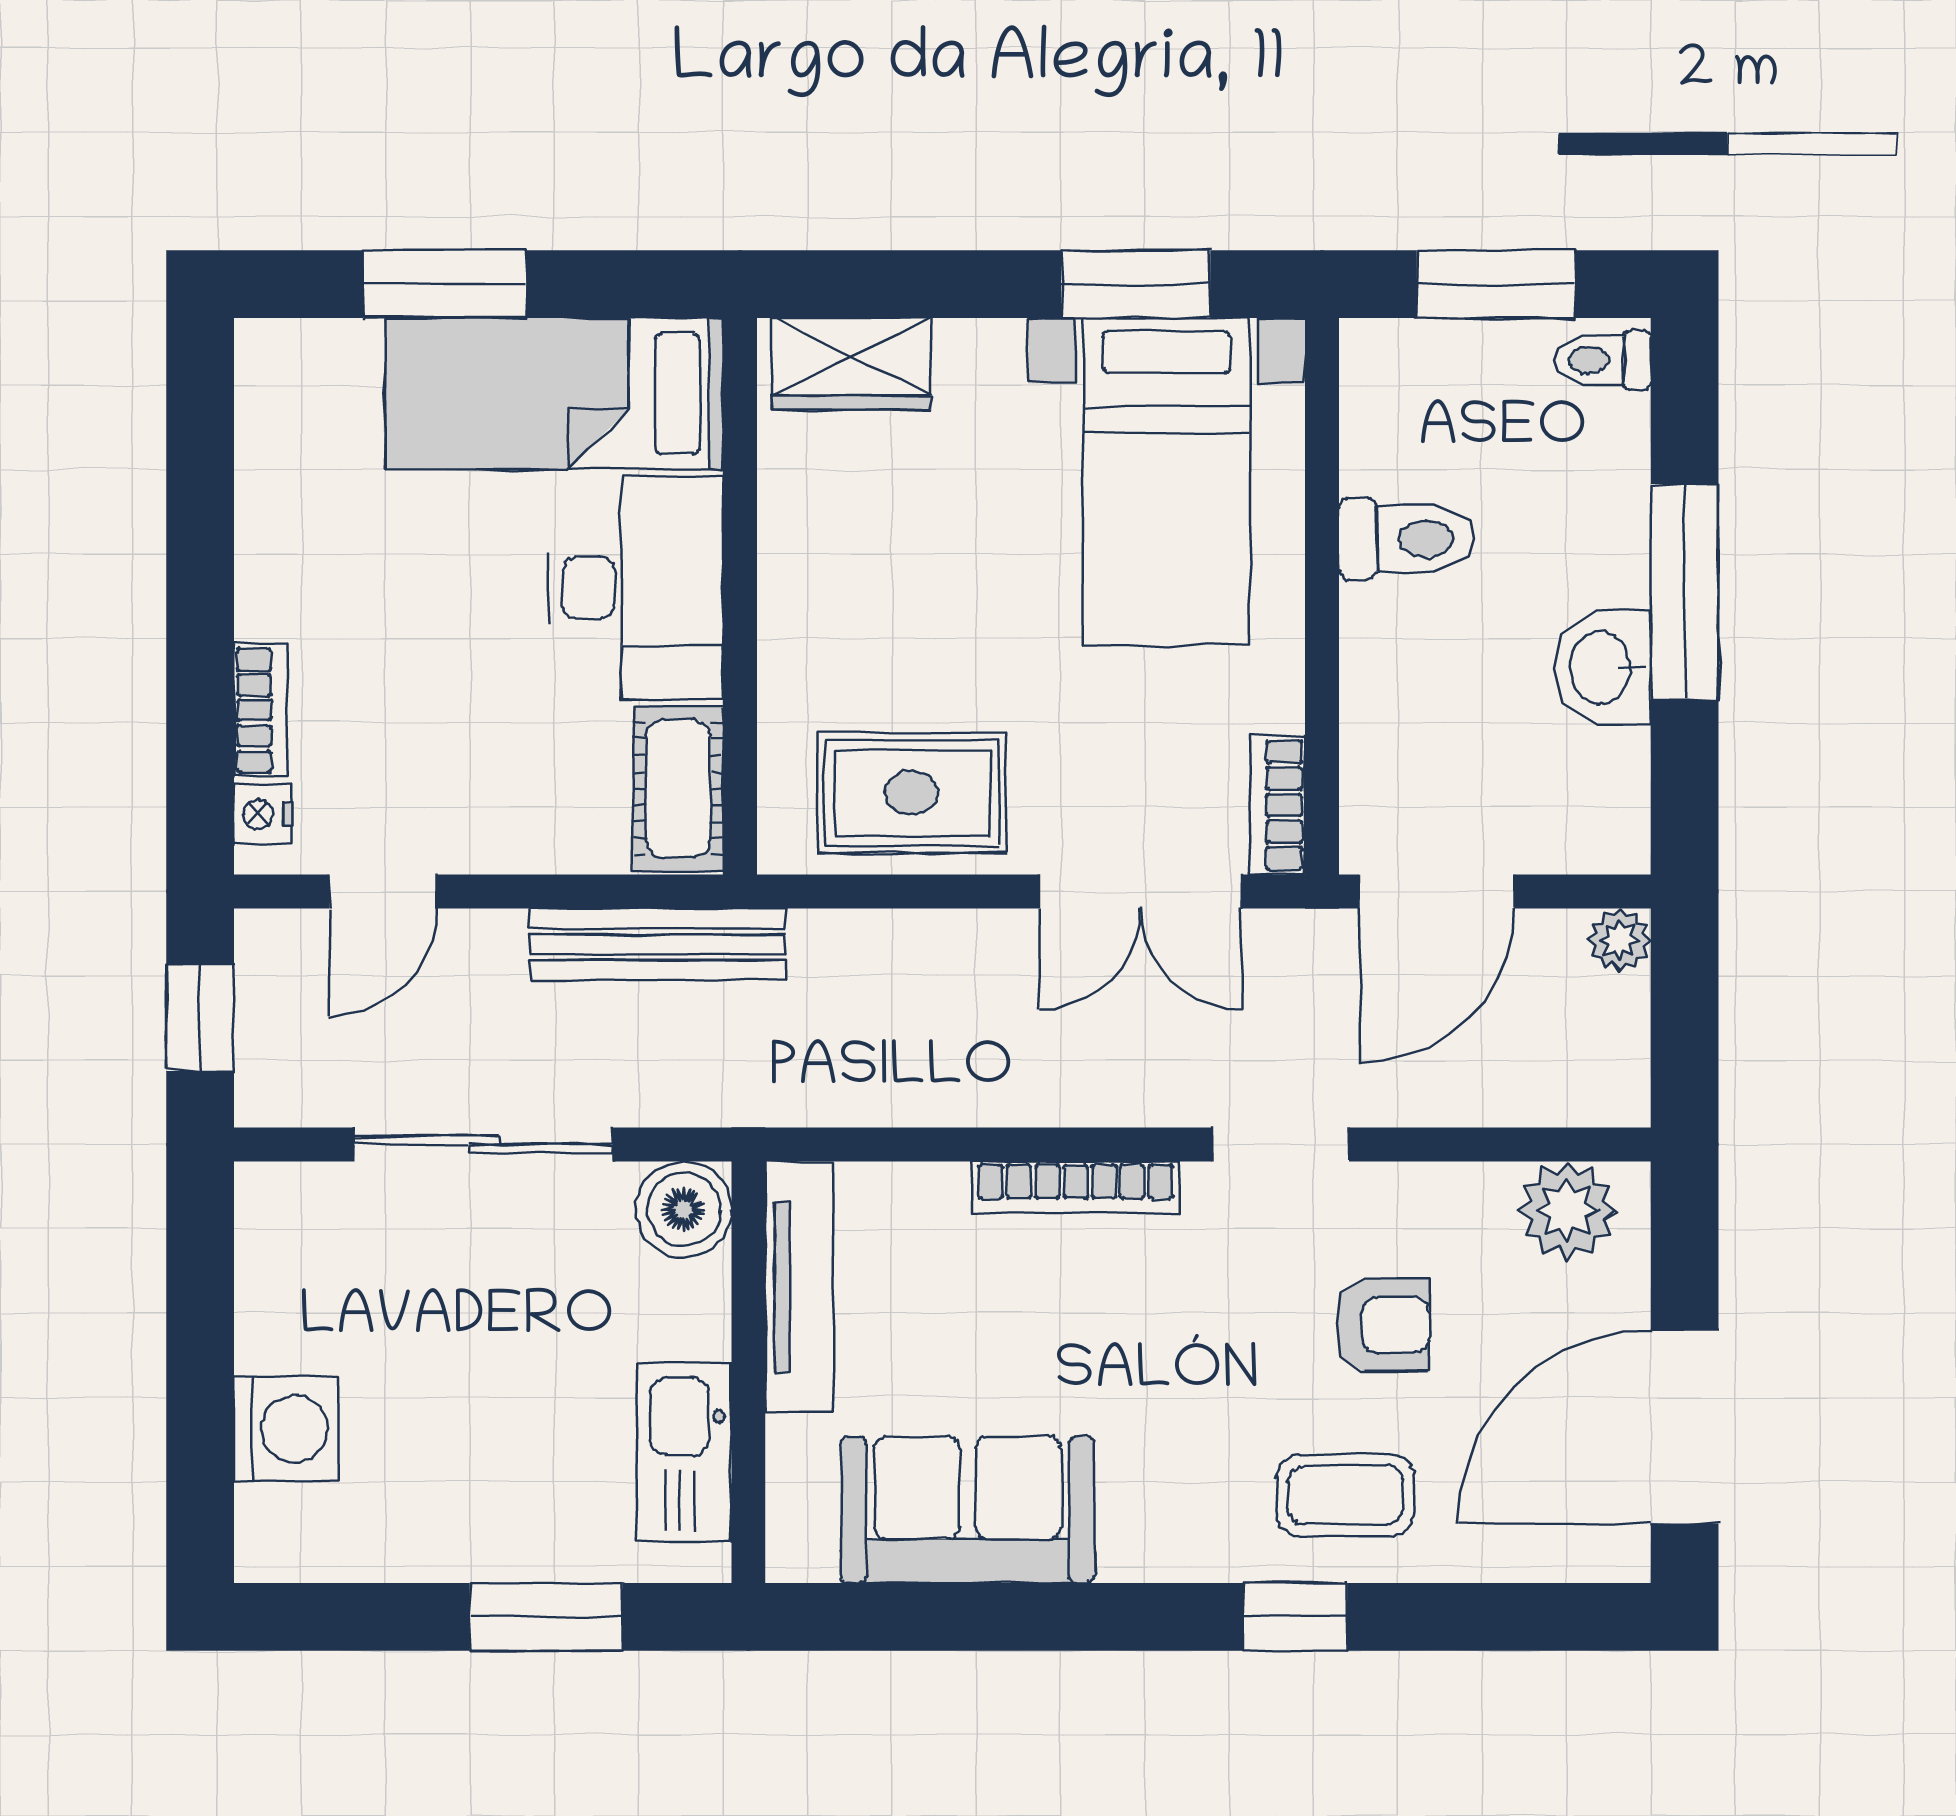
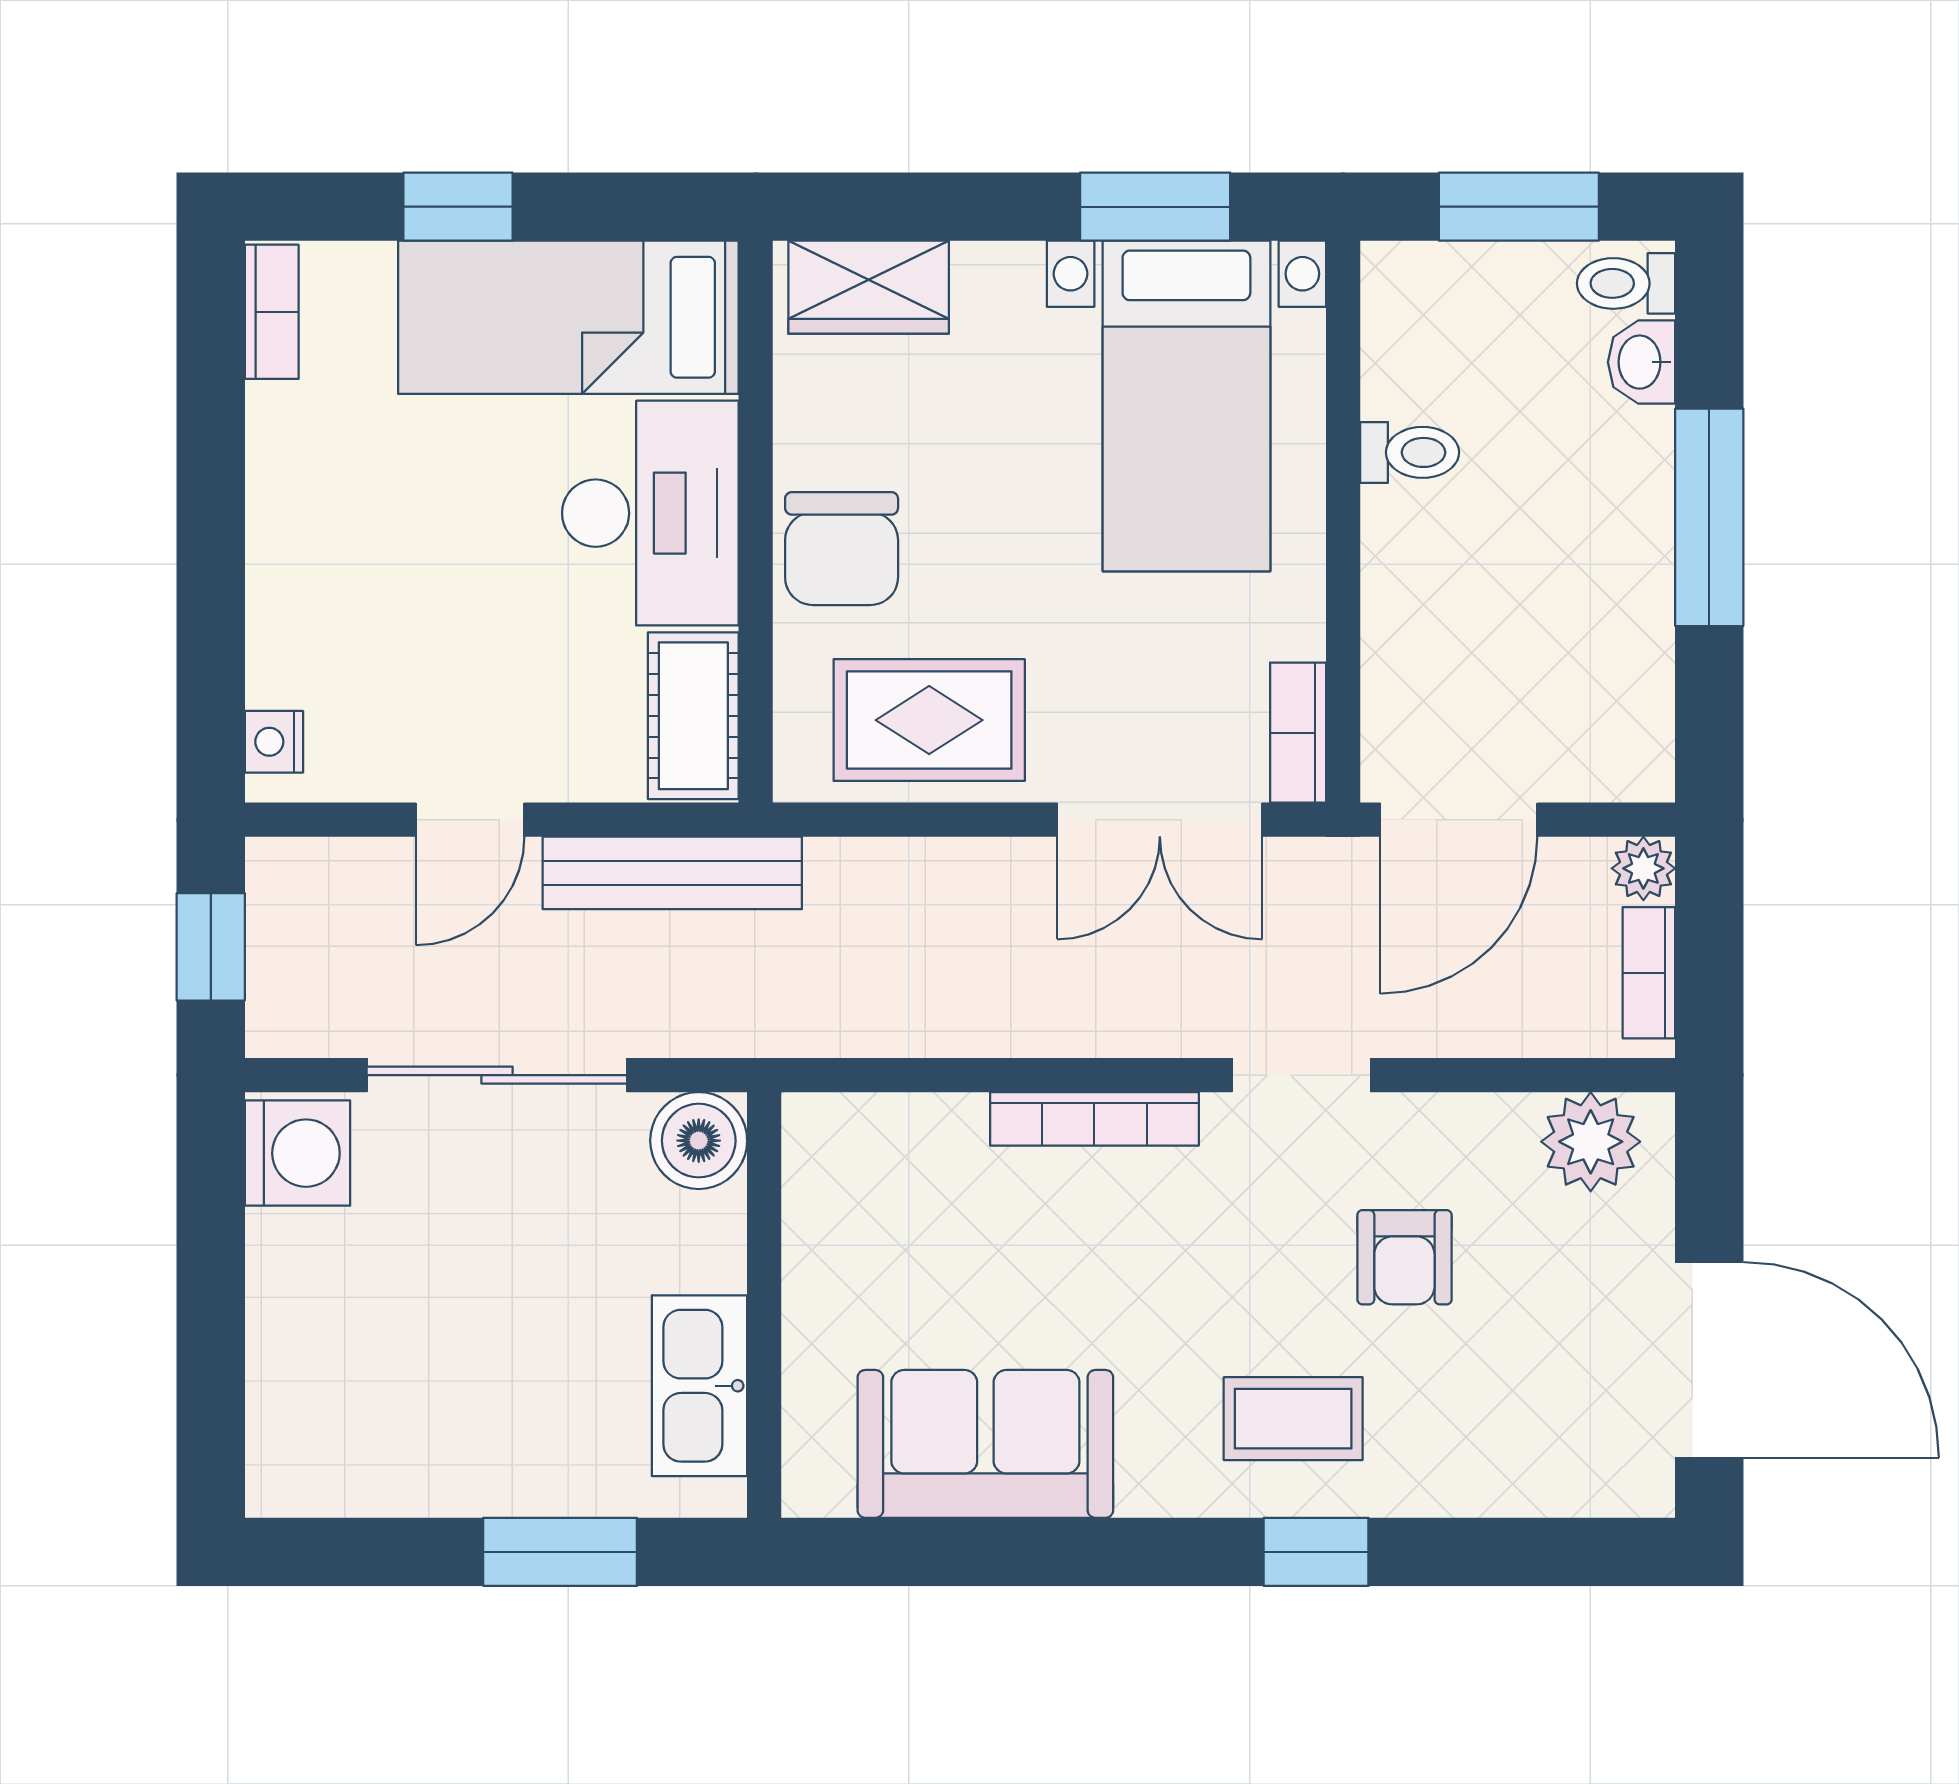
window: (445, 284) -> (458, 207), width x0.67
toilet: (1407, 539) -> (1410, 452), width x0.73, depth x0.72
chair: (825, 623) -> (842, 549), added
washbasin: (1603, 668) -> (1642, 362), moved, width x0.72, depth x0.69
bookcase: (260, 710) -> (272, 312), moved
door: (383, 891) -> (470, 820), moved
bookcase: (1625, 1043) -> (1649, 973), added
tv unit: (799, 1287) -> (816, 1219), removed
armchair: (1383, 1325) -> (1404, 1257), turned 90
door: (1685, 1427) -> (1709, 1360), swing flipped
washing machine: (286, 1429) -> (298, 1153), moved
coffee table: (1345, 1495) -> (1293, 1419), moved

